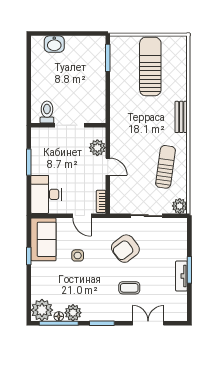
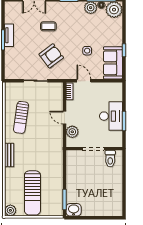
washbasin: (54, 44) -> (74, 210), moved
desk: (46, 194) -> (111, 116), moved
plant: (180, 206) -> (10, 210), moved

